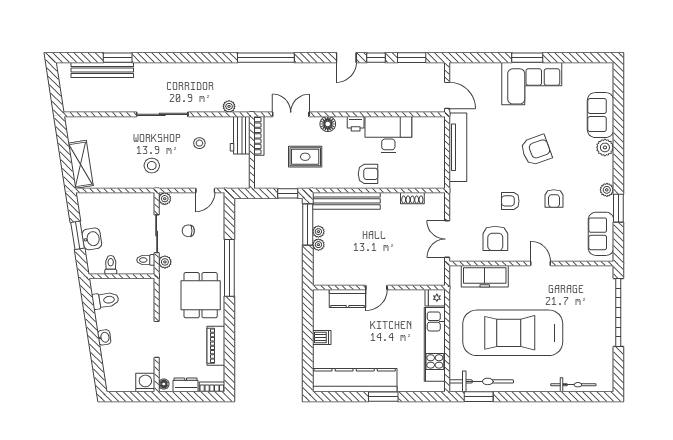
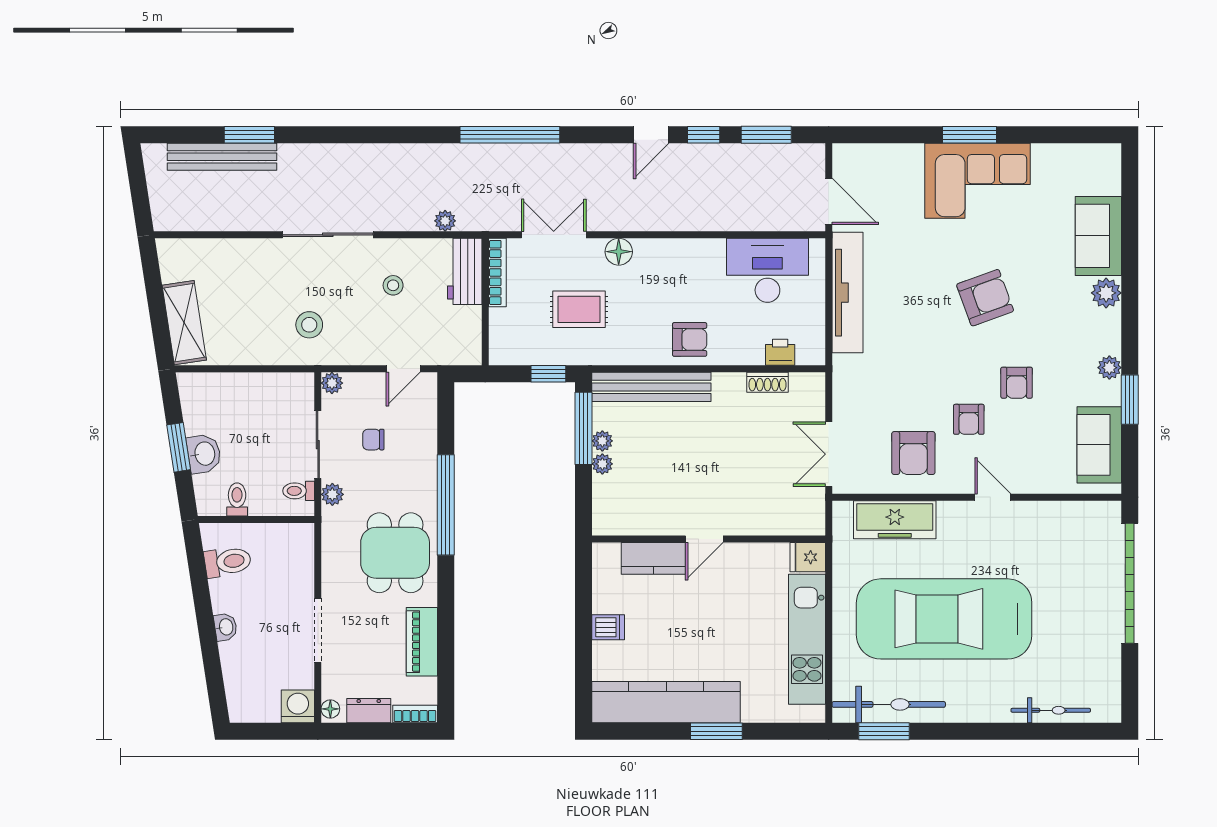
printer: (356, 124) -> (780, 352), moved, turned 180
desk: (388, 135) -> (767, 270), moved
armchair: (510, 201) -> (969, 419), moved, turned -90

